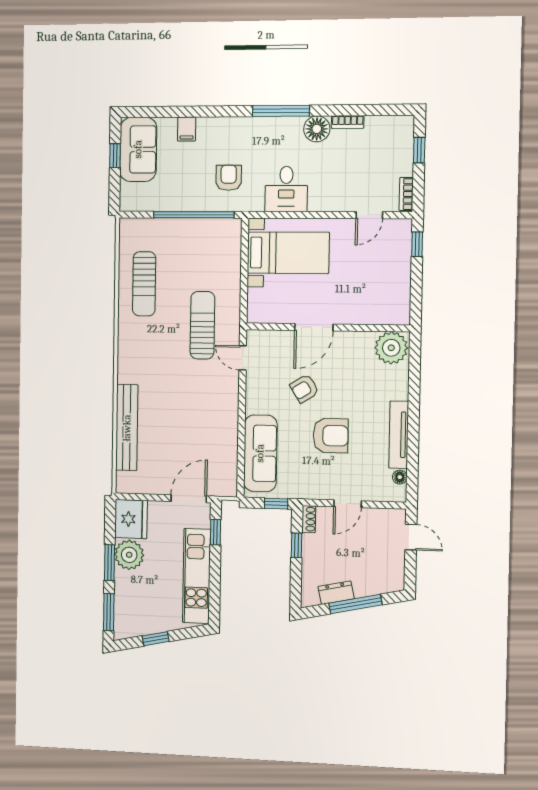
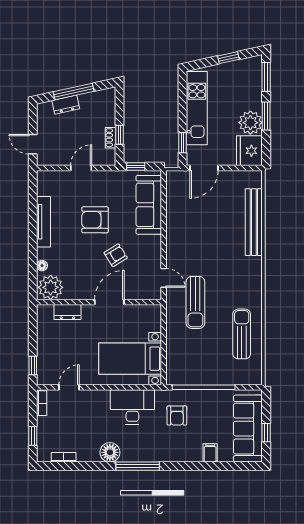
bookcase: (348, 122) -> (64, 457), moved
sofa: (138, 149) -> (248, 429), width x1.36
desk: (286, 189) -> (132, 407), width x1.37
dresser: (369, 315) -> (67, 312), added
floor lamp: (400, 477) -> (42, 266), moved
shoe rack: (309, 519) -> (110, 138), moved
dresser: (336, 593) -> (66, 105), moved

